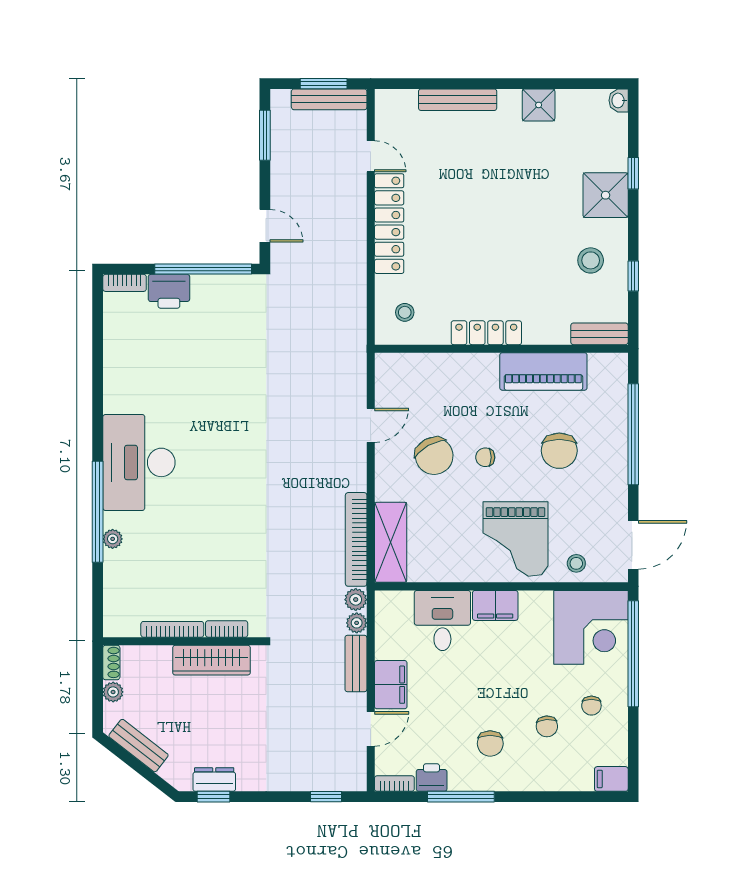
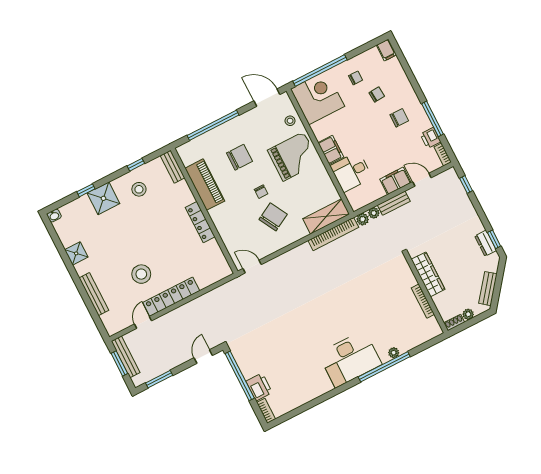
stool: (405, 312) -> (141, 274), moved, width x1.89, depth x1.89
door: (371, 425) -> (252, 267), moved
bookcase: (227, 629) -> (409, 275), removed

